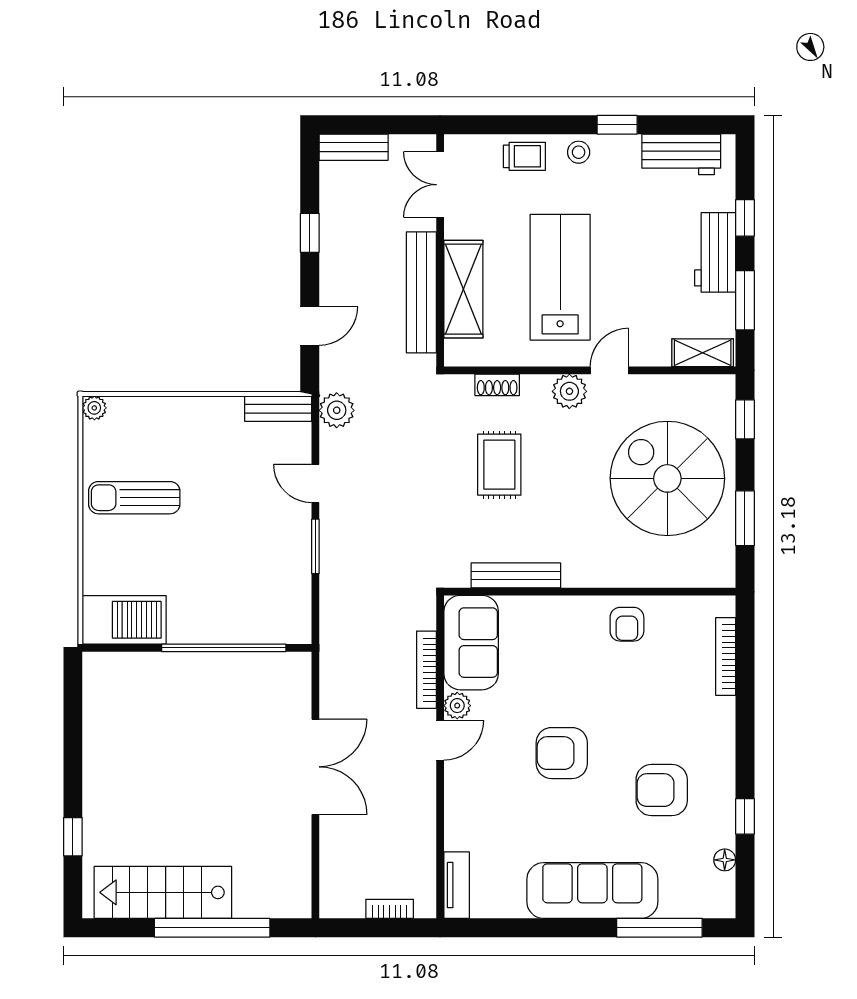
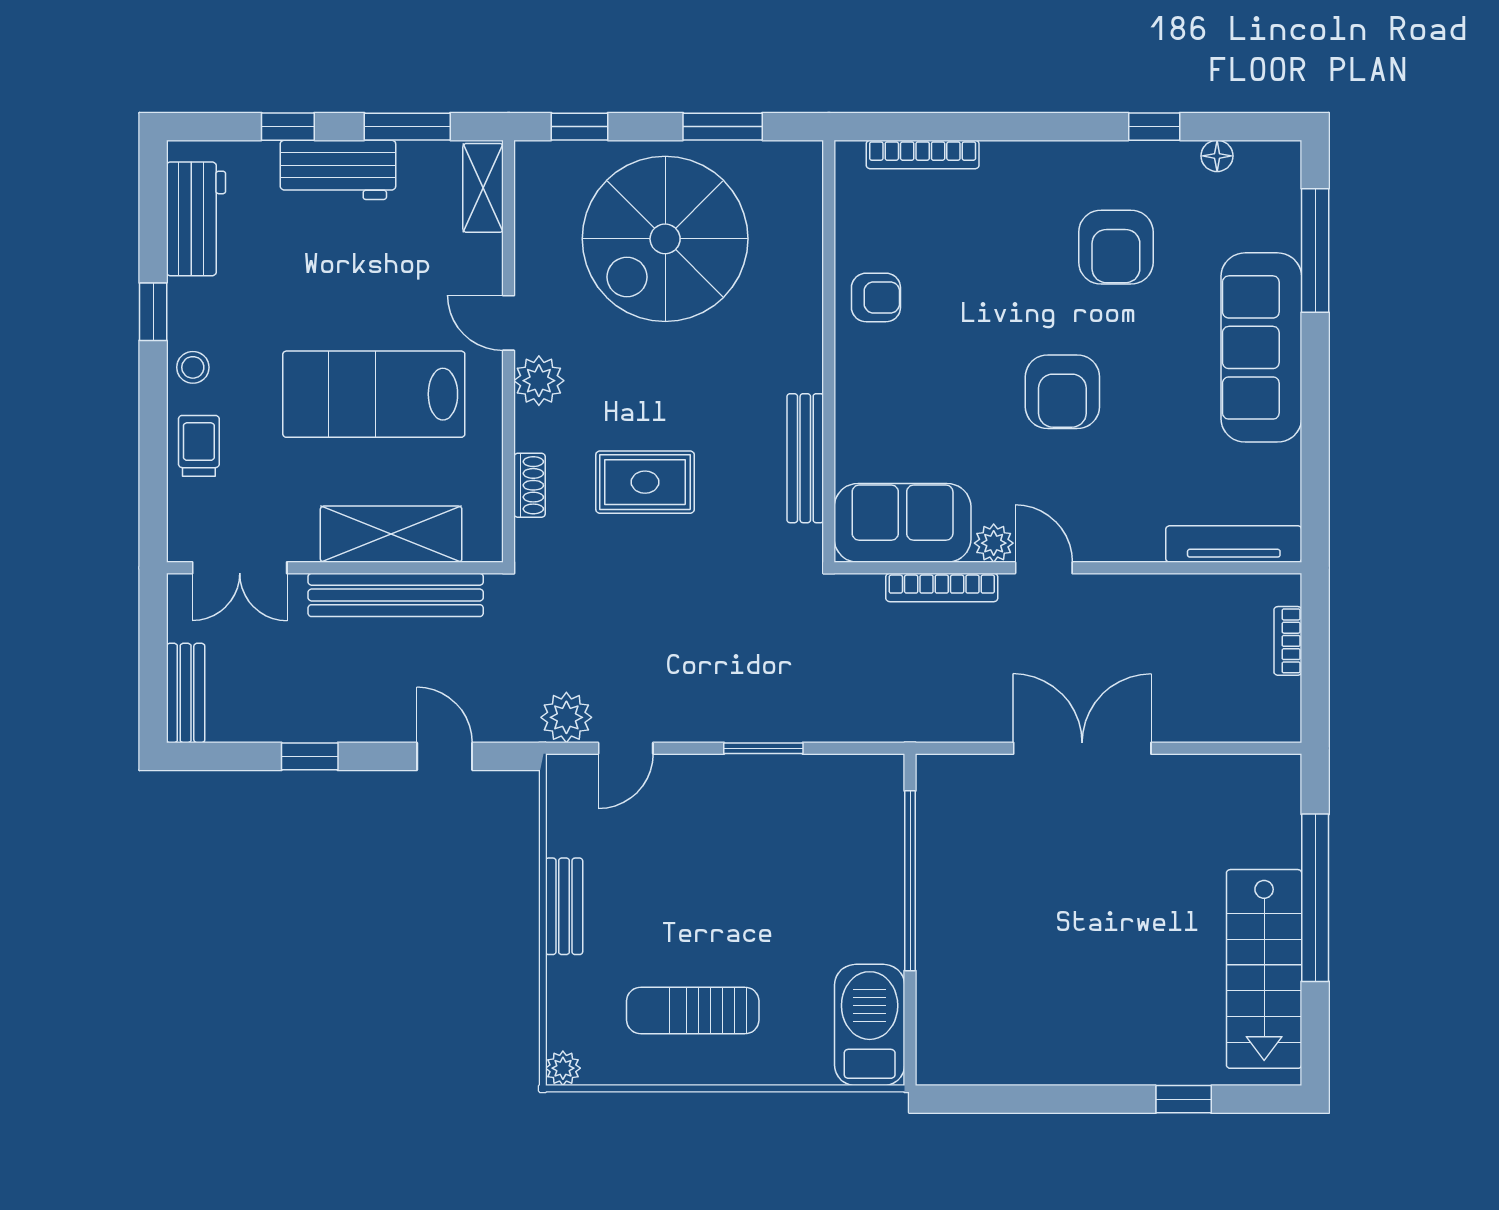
bench: (278, 409) -> (564, 906), moved
door: (315, 484) -> (626, 748), moved
sun lounger: (134, 498) -> (693, 1010), turned 90
tv unit: (457, 885) -> (1234, 544), width x1.41

